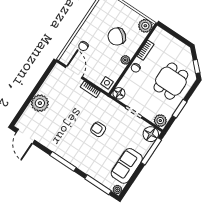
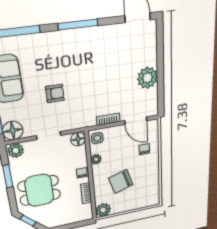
chair: (117, 36) -> (121, 182), turned -147
plant: (125, 60) -> (96, 159), moved
dining table: (171, 81) -> (39, 190), turned 90
plant: (40, 103) -> (147, 78), moved
armchair: (98, 129) -> (55, 93), moved

